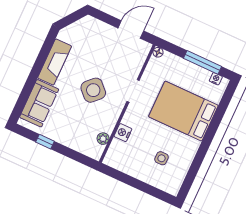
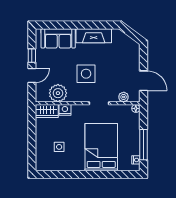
plant: (139, 60) -> (124, 97), added
side table: (93, 90) -> (86, 74), turned 45
plant: (103, 139) -> (58, 93), width x1.87, depth x1.87
door: (67, 152) -> (32, 76), added
wardrobe: (115, 154) -> (47, 111), added

